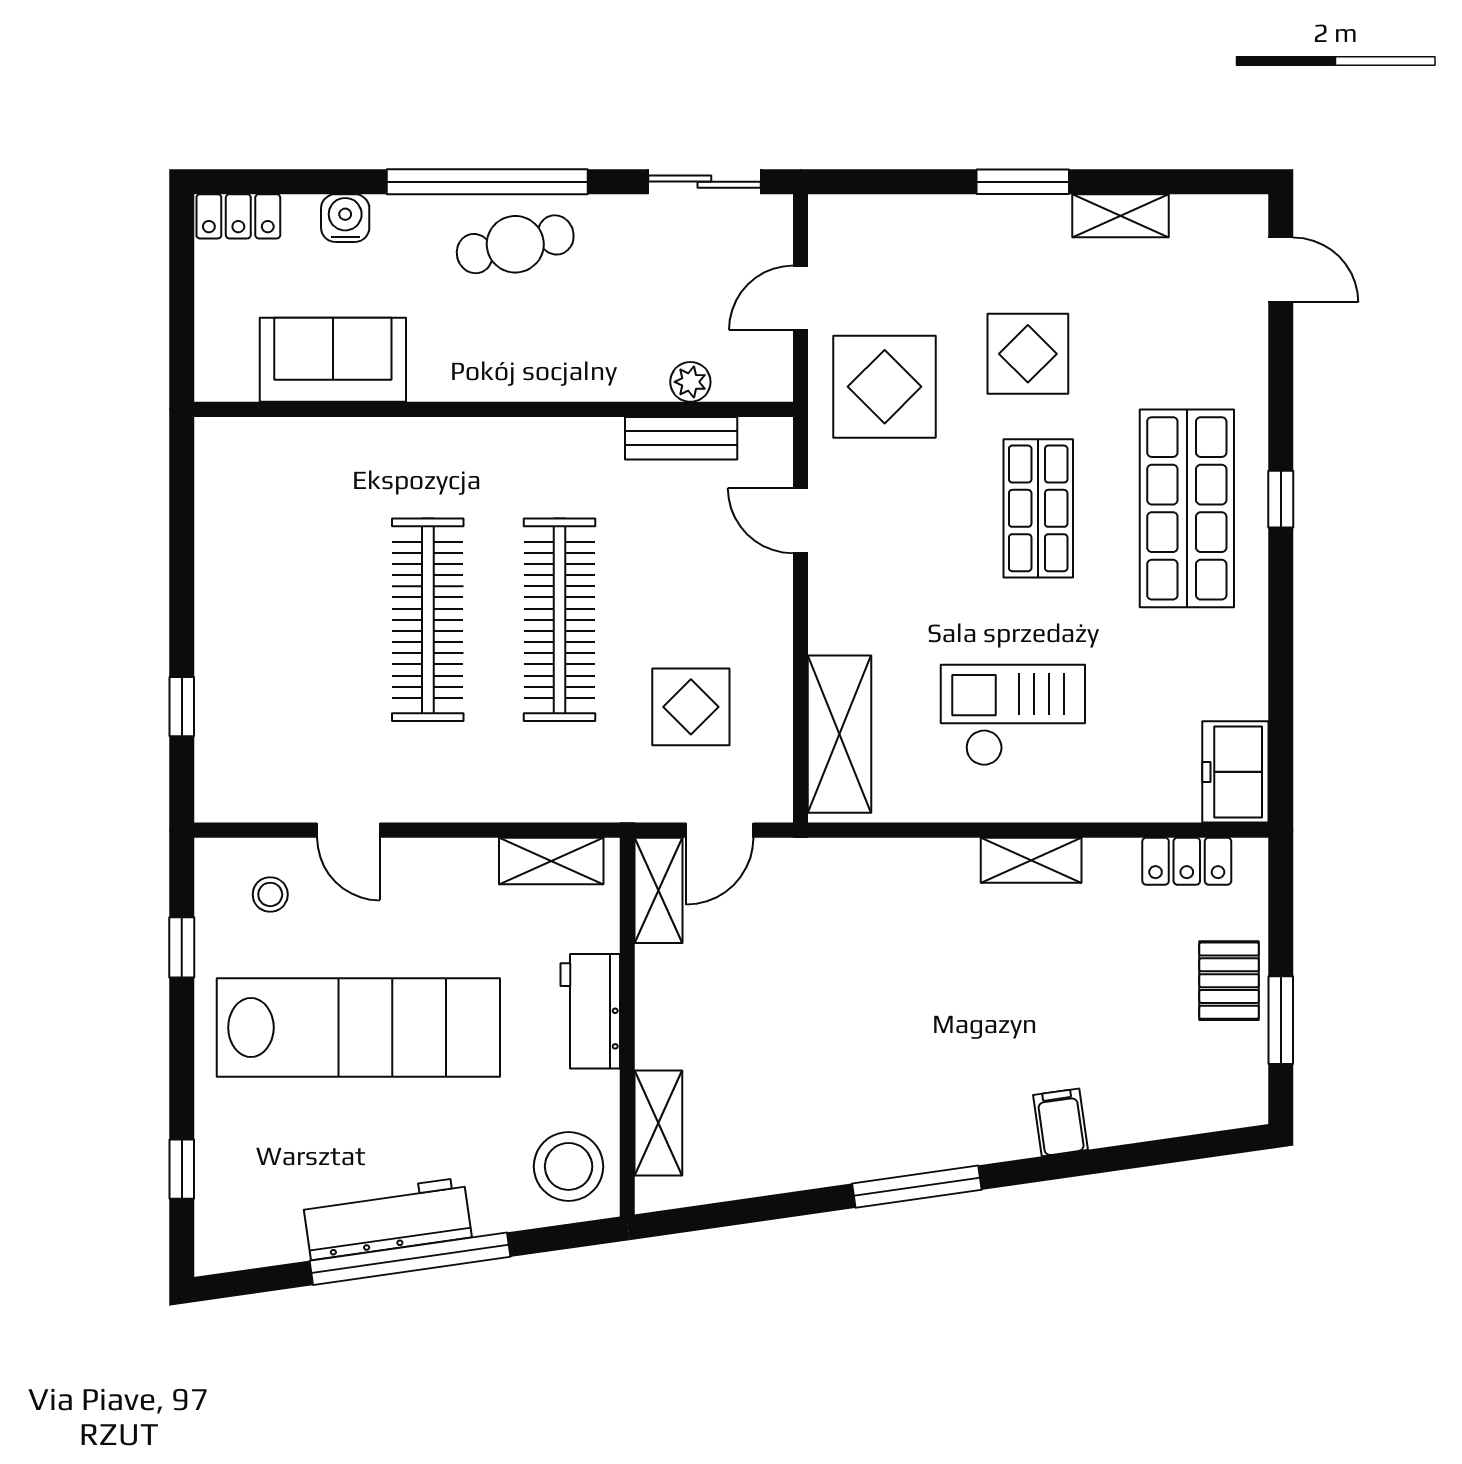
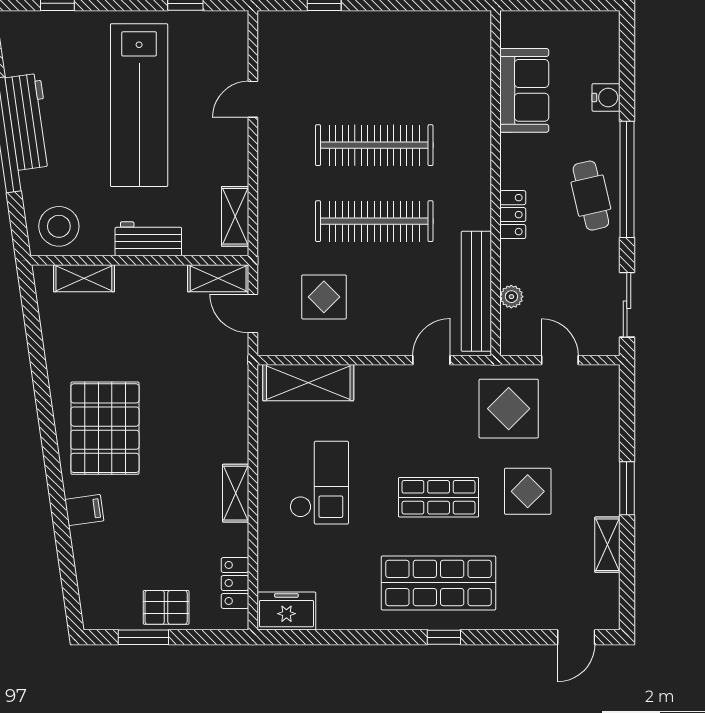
locker: (238, 216) -> (513, 215), moved, turned 180
bench: (681, 438) -> (476, 291), width x1.86, depth x1.21
stool: (270, 894) -> (216, 54), removed
pallet: (918, 1087) -> (105, 428), added
window: (917, 1187) -> (47, 427), removed

